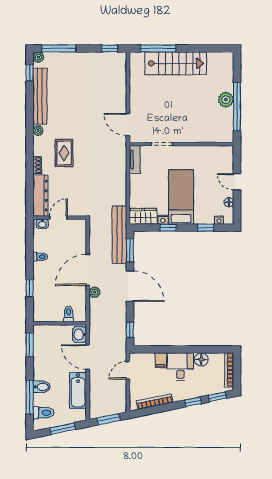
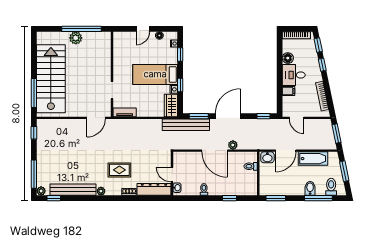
stairs: (176, 63) -> (51, 79), width x1.36, depth x1.51

